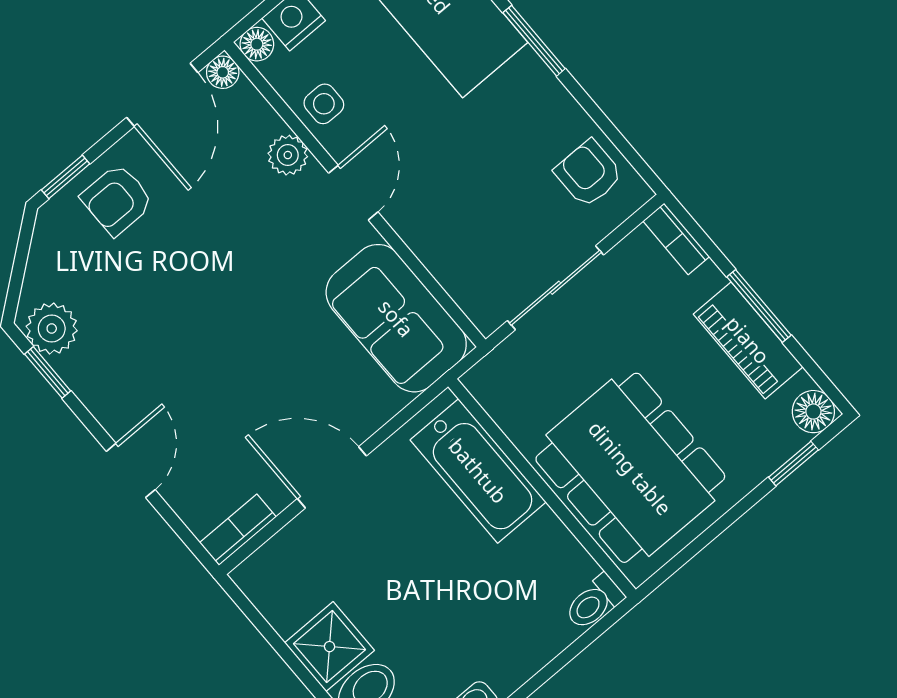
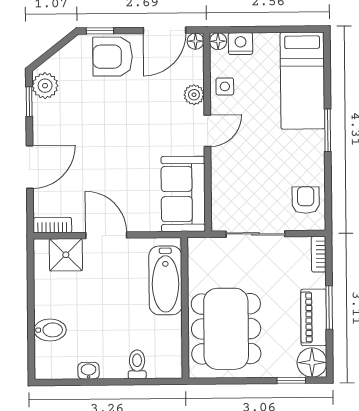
armchair: (117, 200) -> (113, 57), width x1.38, depth x1.38
floor lamp: (813, 412) -> (312, 362), width x1.38, depth x1.38
door: (131, 470) -> (30, 167), width x1.38
toilet: (594, 602) -> (137, 364), moved, turned 90
shower: (329, 647) -> (66, 255), moved

